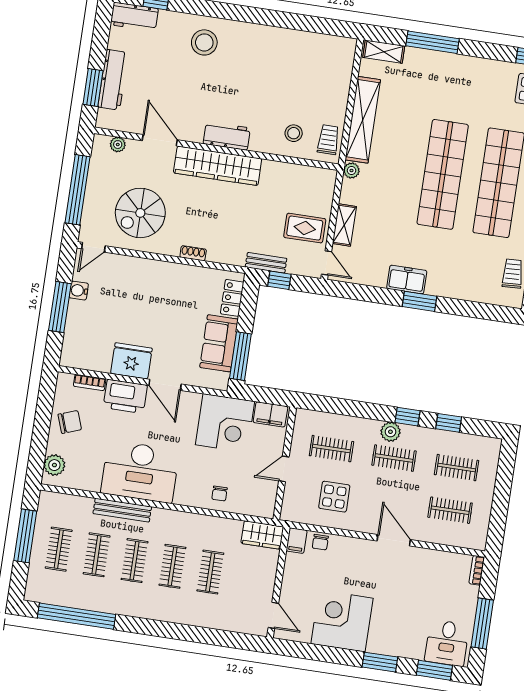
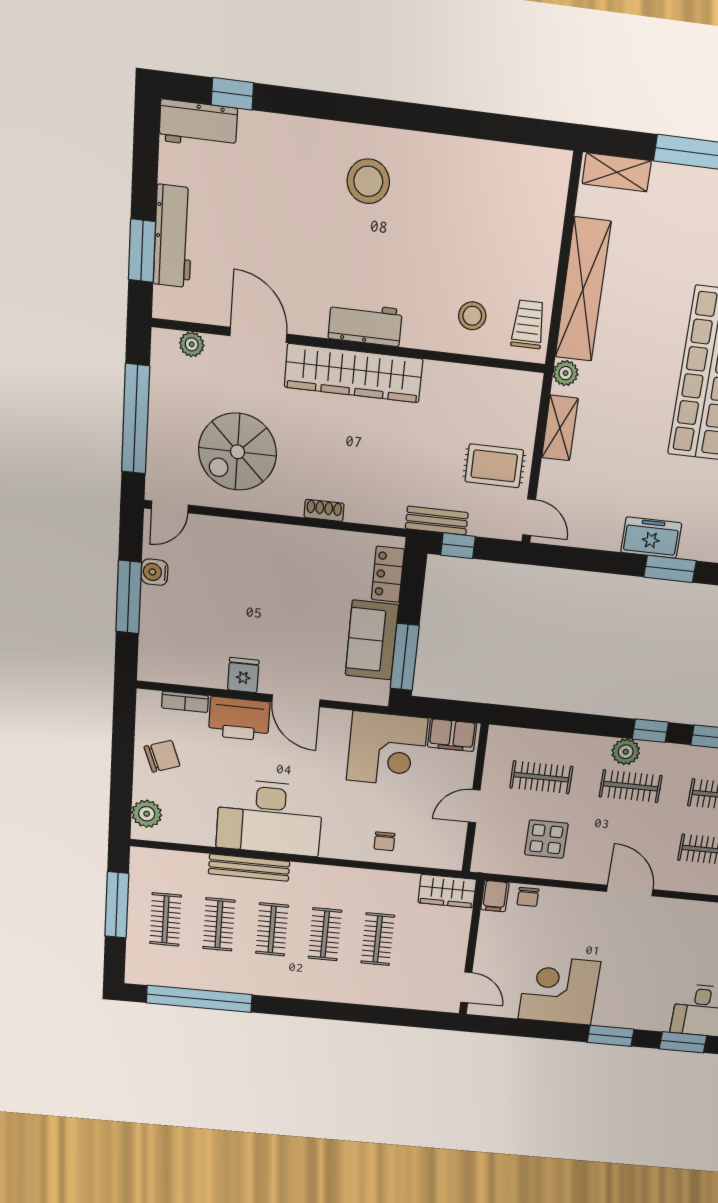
stool: (204, 42) -> (368, 181), moved
shelving: (344, 225) -> (560, 428), moved
fridge: (131, 361) -> (243, 675), width x0.53, depth x0.75

